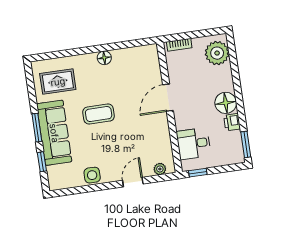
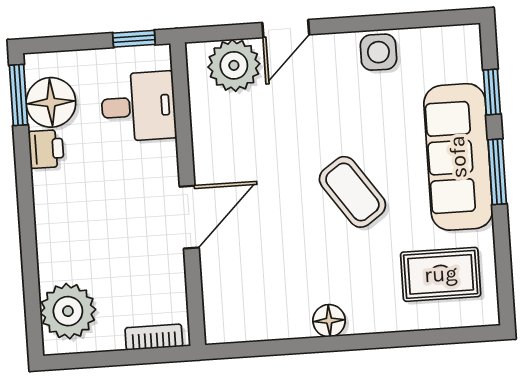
floor lamp: (226, 103) -> (51, 102), moved
coffee table: (99, 114) -> (352, 192), turned 55
plant: (160, 169) -> (234, 65), width x1.88, depth x1.88

